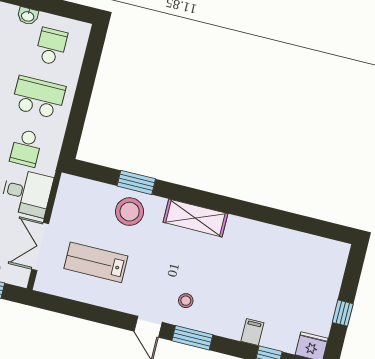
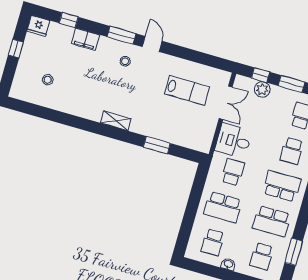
stool: (130, 212) -> (48, 80), moved, width x0.53, depth x0.53
shelving: (195, 218) -> (116, 121), width x0.67, depth x0.75
filing cabinet: (252, 332) -> (85, 39), width x2.00

